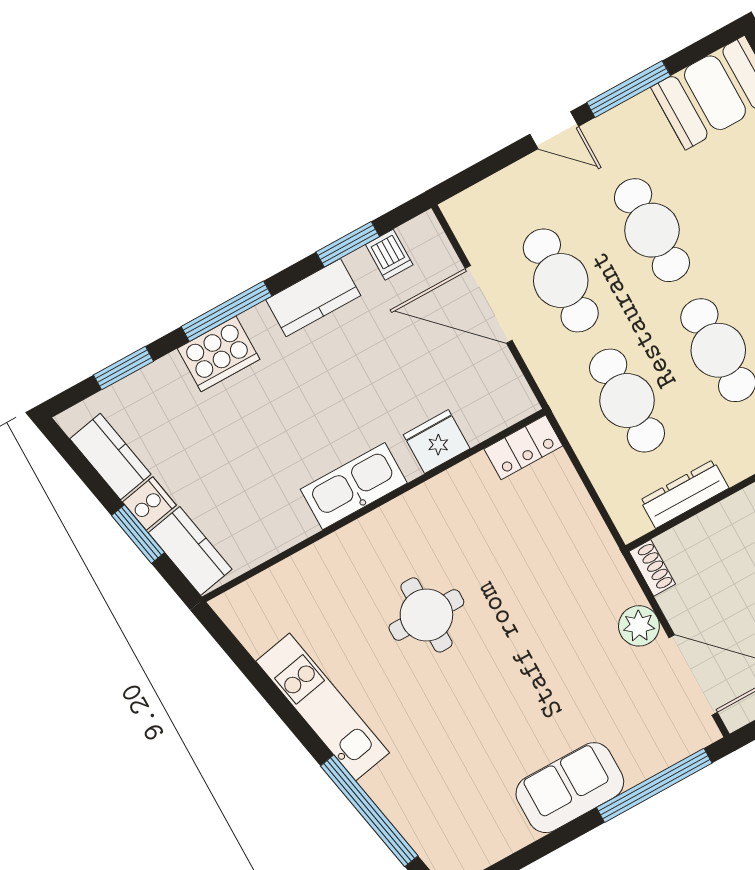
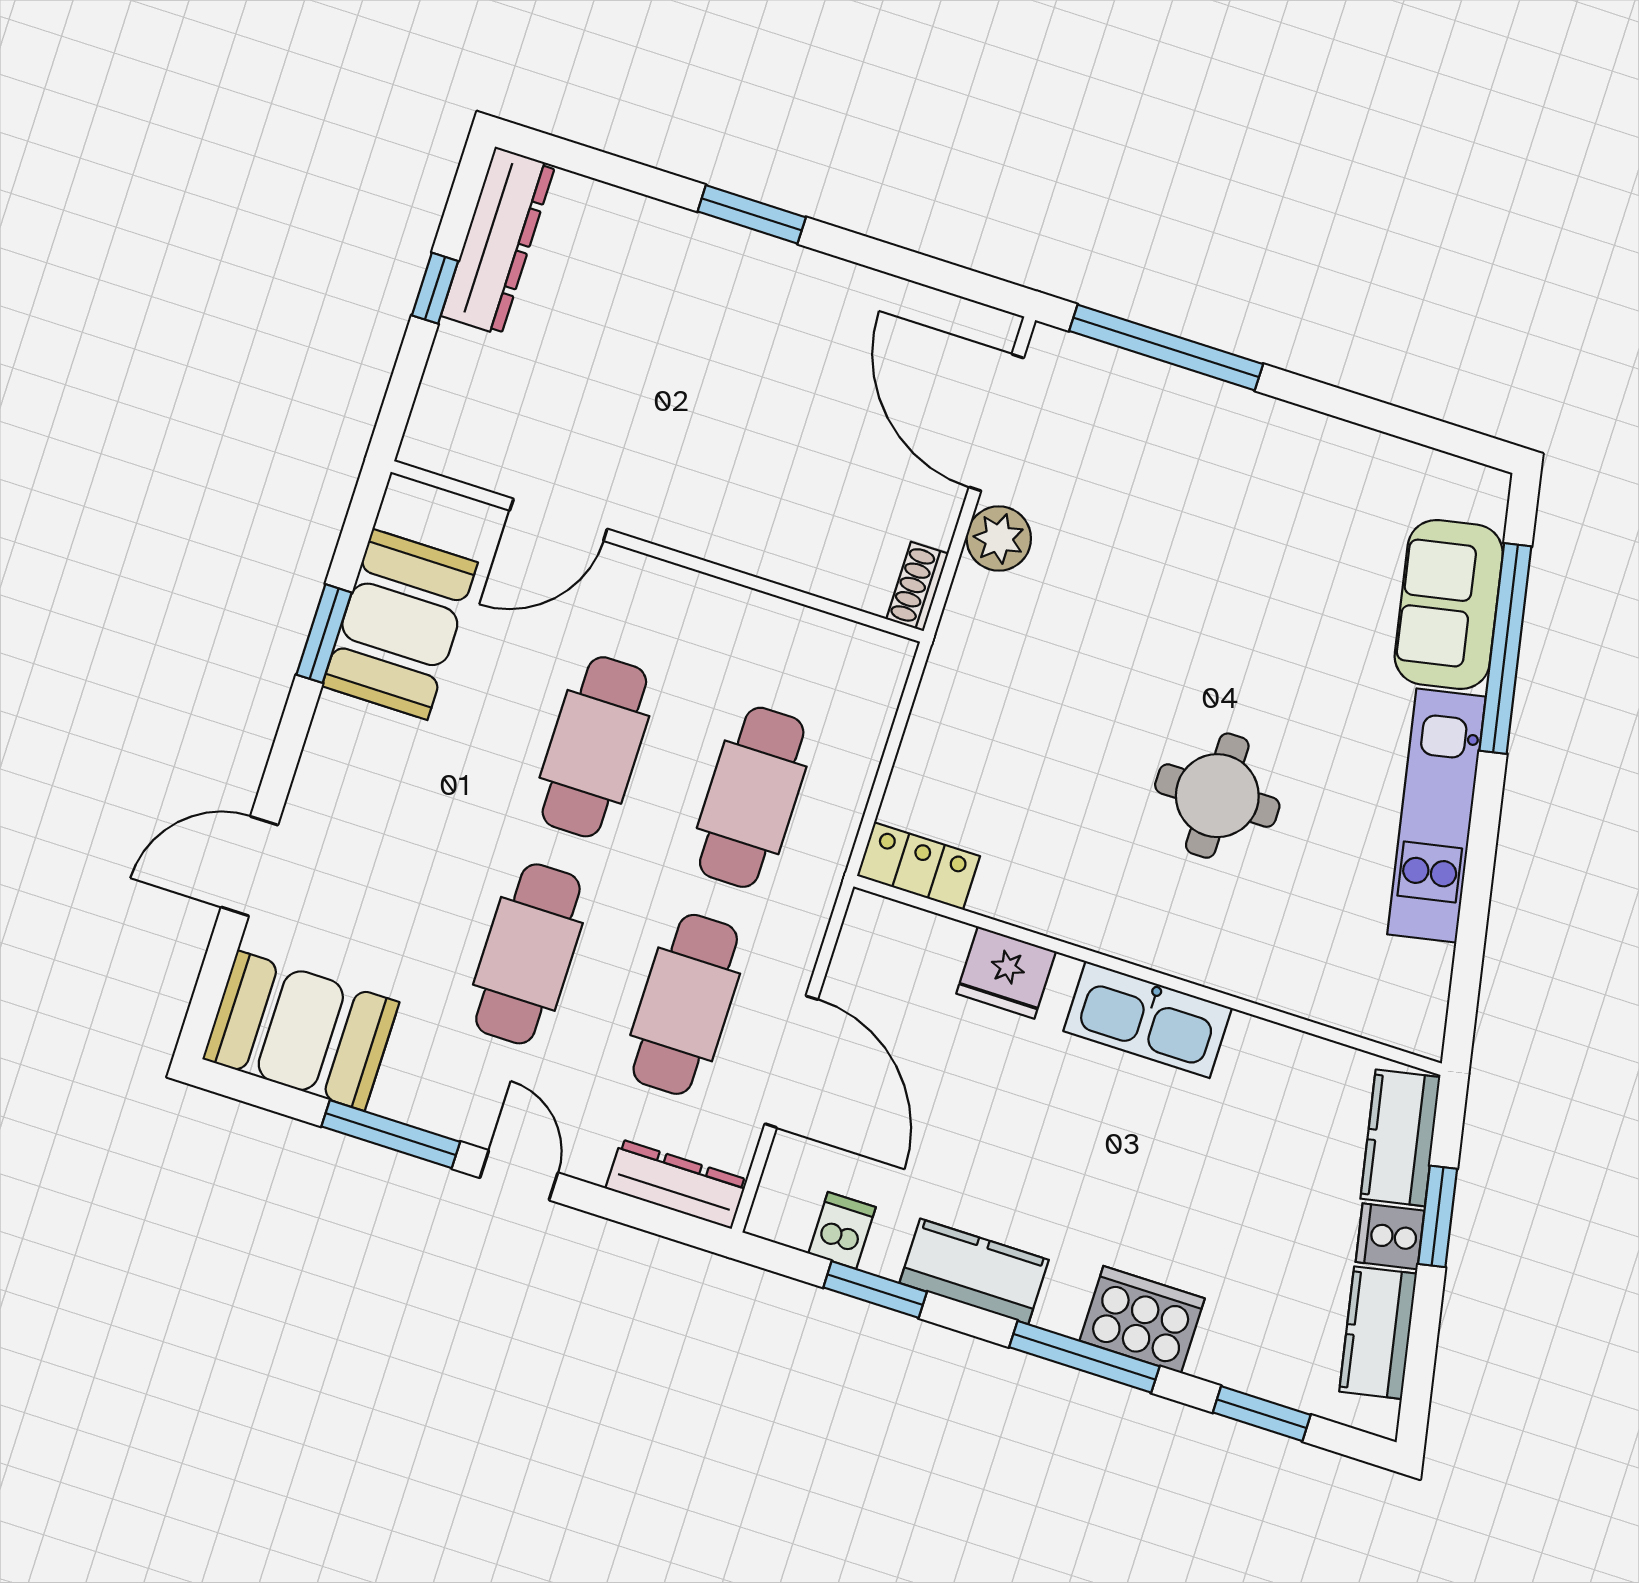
dresser: (684, 494) -> (676, 1184), moved, turned 180
sofa: (570, 788) -> (1449, 605), moved, turned 79

